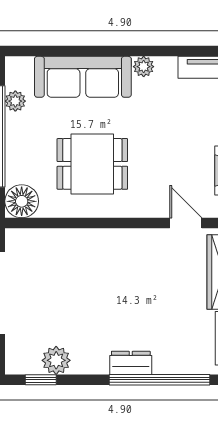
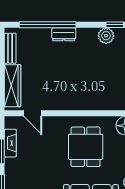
dining table: (92, 164) -> (86, 147), turned 90

